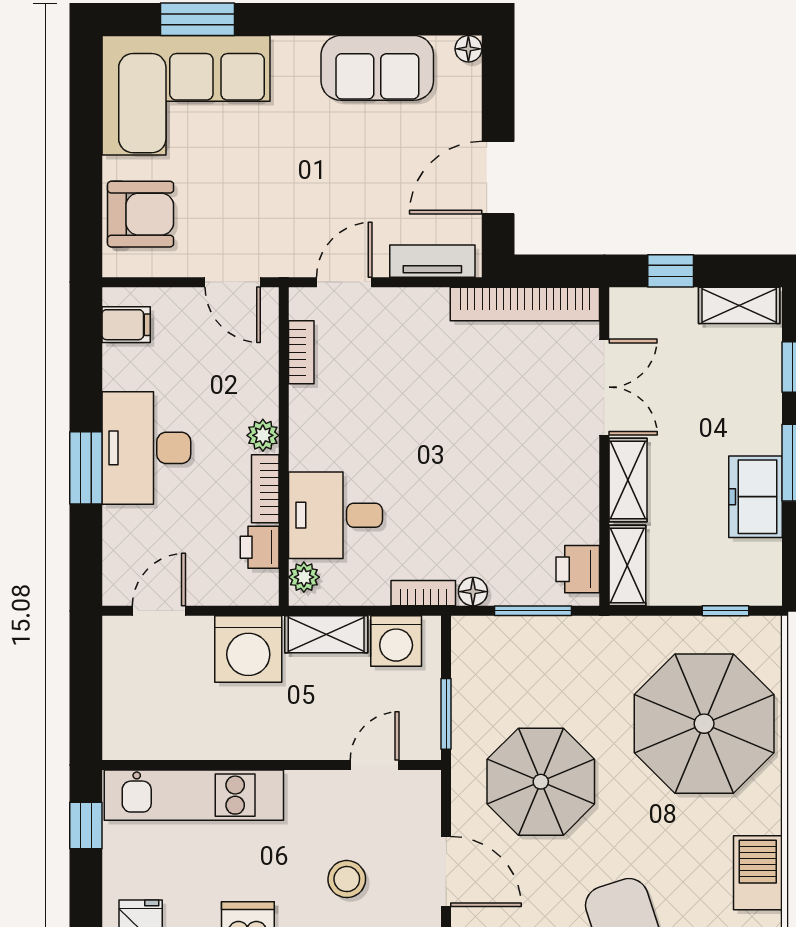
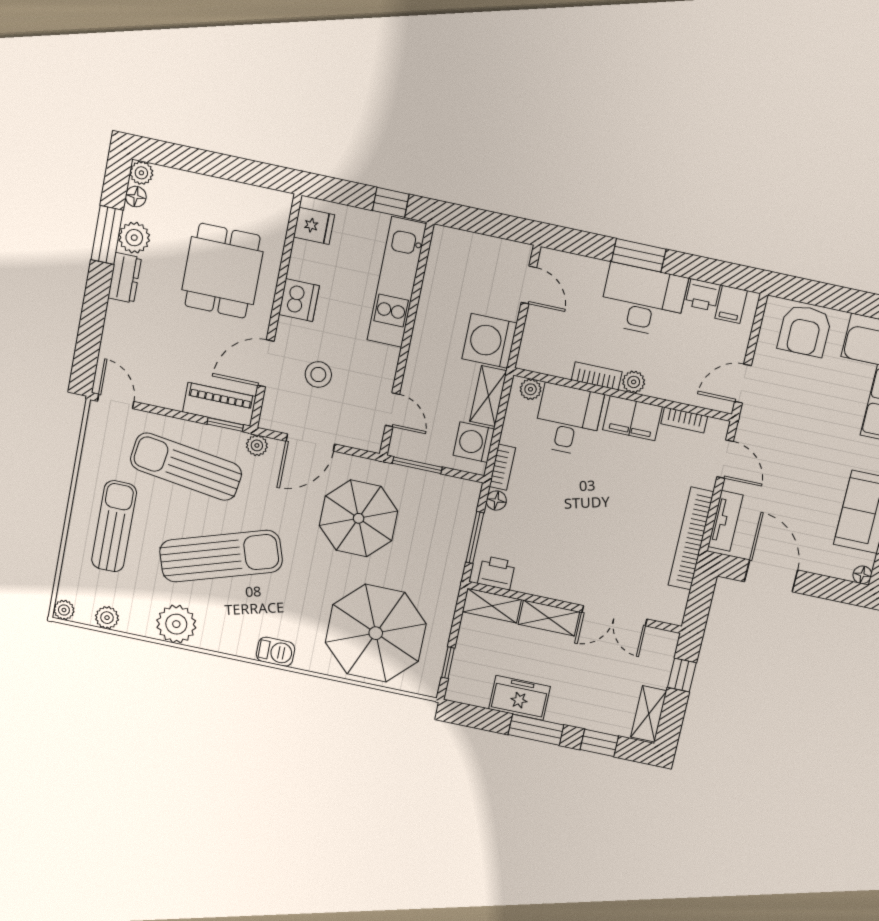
bookcase: (525, 304) -> (691, 539), moved
filing cabinet: (314, 425) -> (633, 418), added
printer: (260, 547) -> (703, 295), moved, turned 180
barbecue: (758, 873) -> (276, 652), width x0.73, depth x0.79

